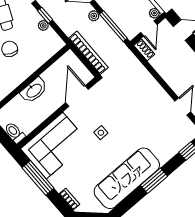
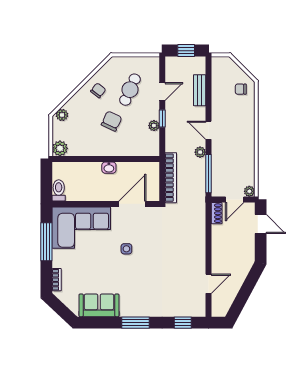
washbasin: (34, 90) -> (109, 168), width x0.52, depth x0.69
sofa: (127, 178) -> (99, 305), width x0.54, depth x0.79

